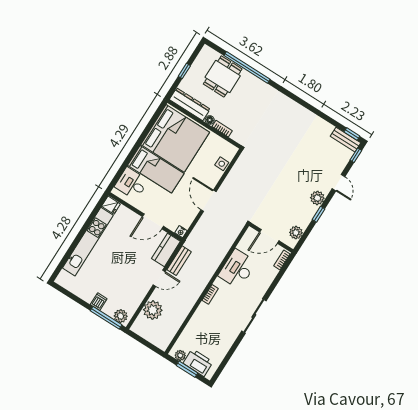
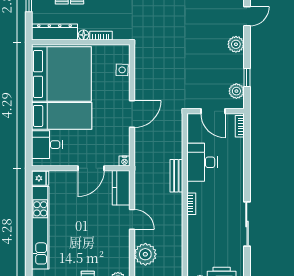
door: (339, 183) -> (247, 16), hinge flipped
door: (208, 201) -> (132, 114), swing flipped
window: (318, 214) -> (247, 78), moved
door: (269, 236) -> (213, 111), hinge flipped
bench: (179, 261) -> (176, 176), moved
door: (159, 278) -> (132, 219), hinge flipped
sliding door: (254, 316) -> (247, 224), moved

